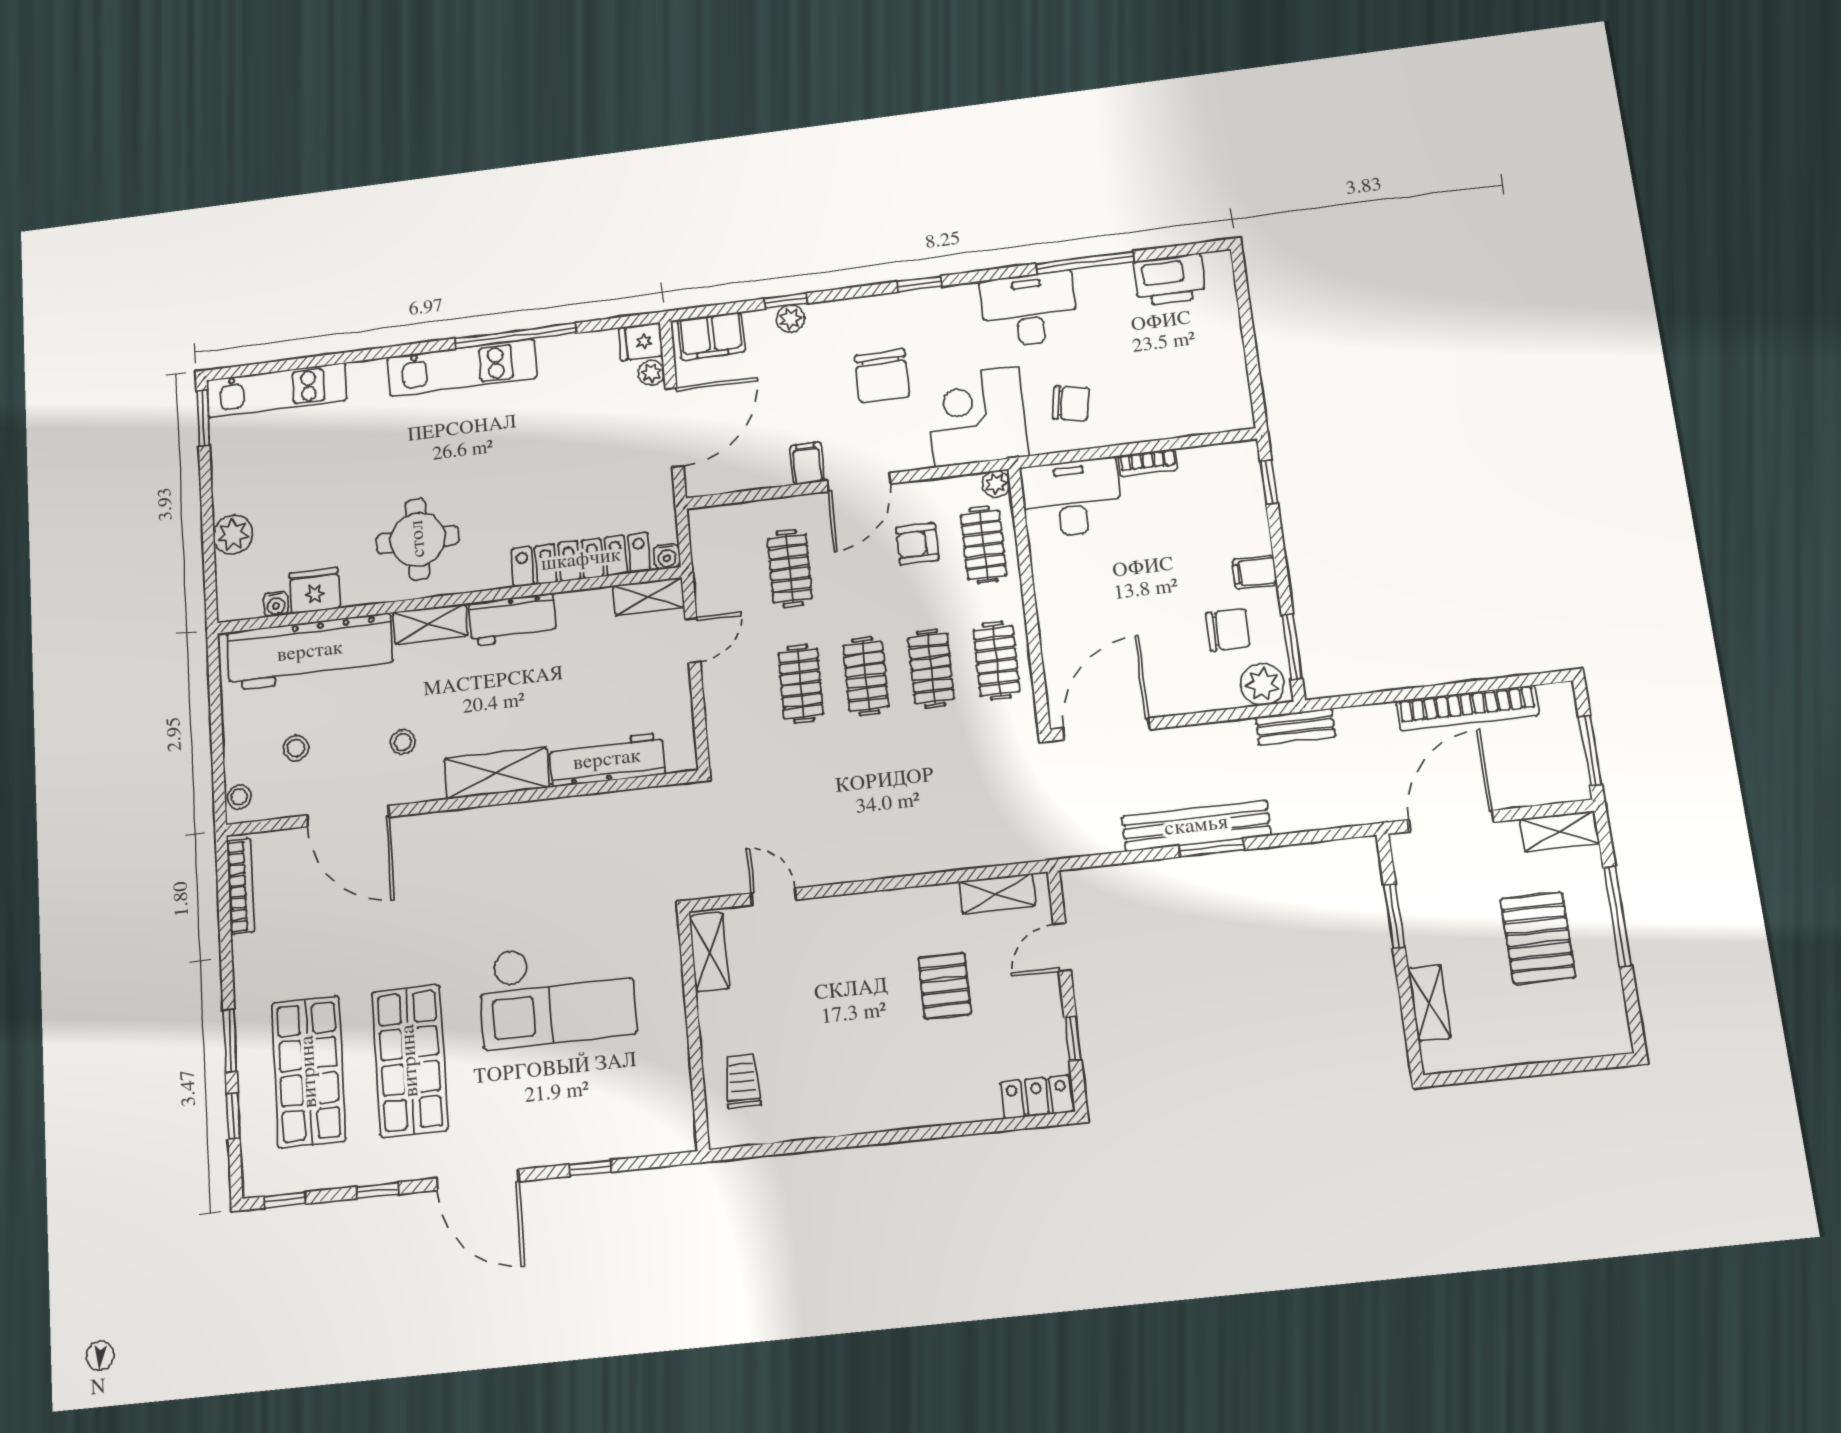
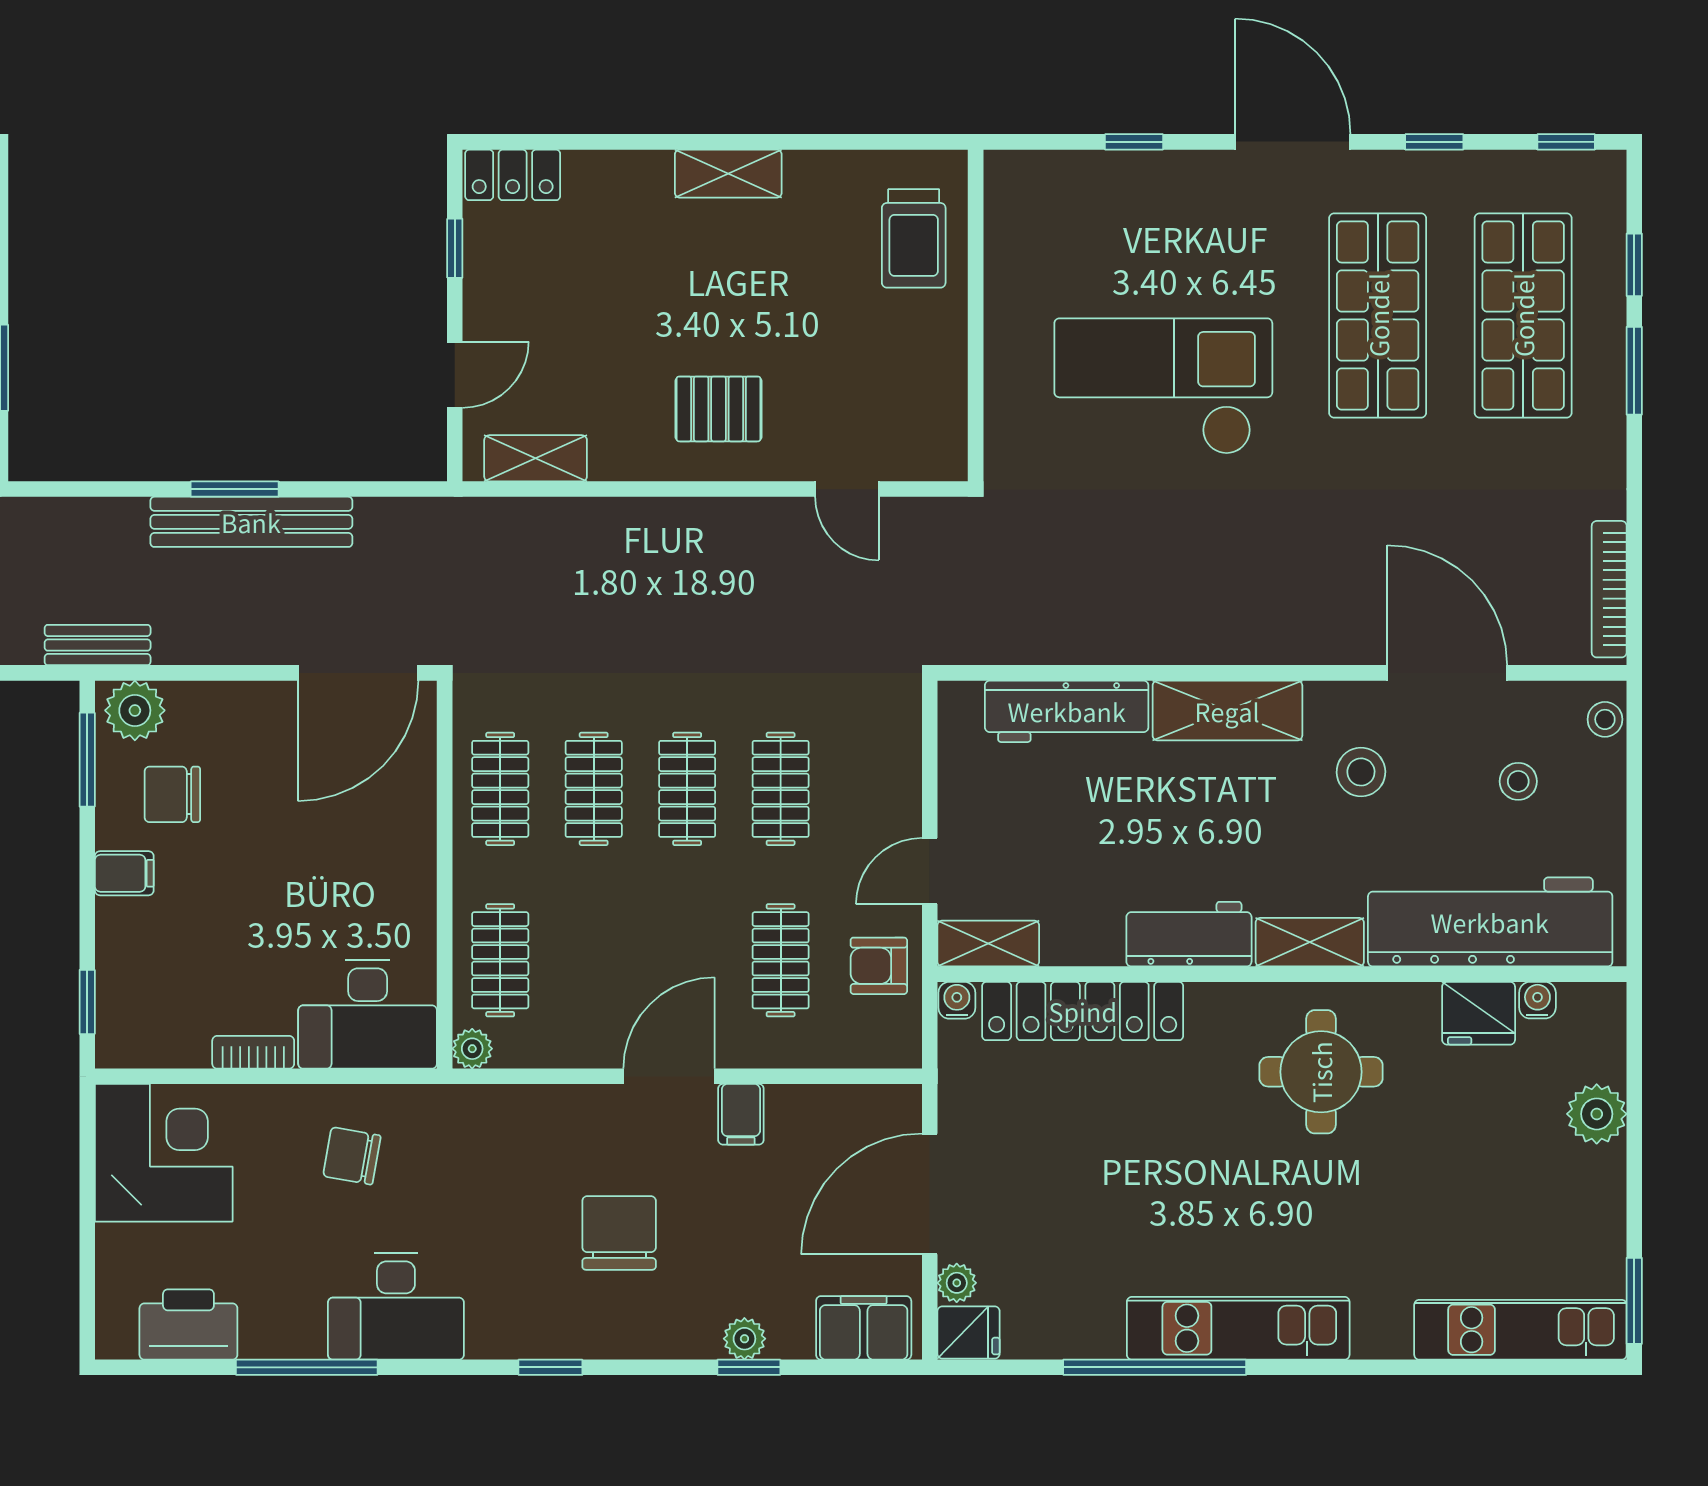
corner desk: (977, 417) -> (164, 1153), moved, turned -90
armchair: (917, 544) -> (879, 966), moved, turned 180
stool: (403, 742) -> (1361, 772), width x1.37, depth x1.37
shelving: (709, 952) -> (728, 174), moved, turned 90
pallet: (945, 986) -> (719, 409), moved, turned 90
trolley: (742, 1081) -> (914, 238), width x1.36, depth x1.39

